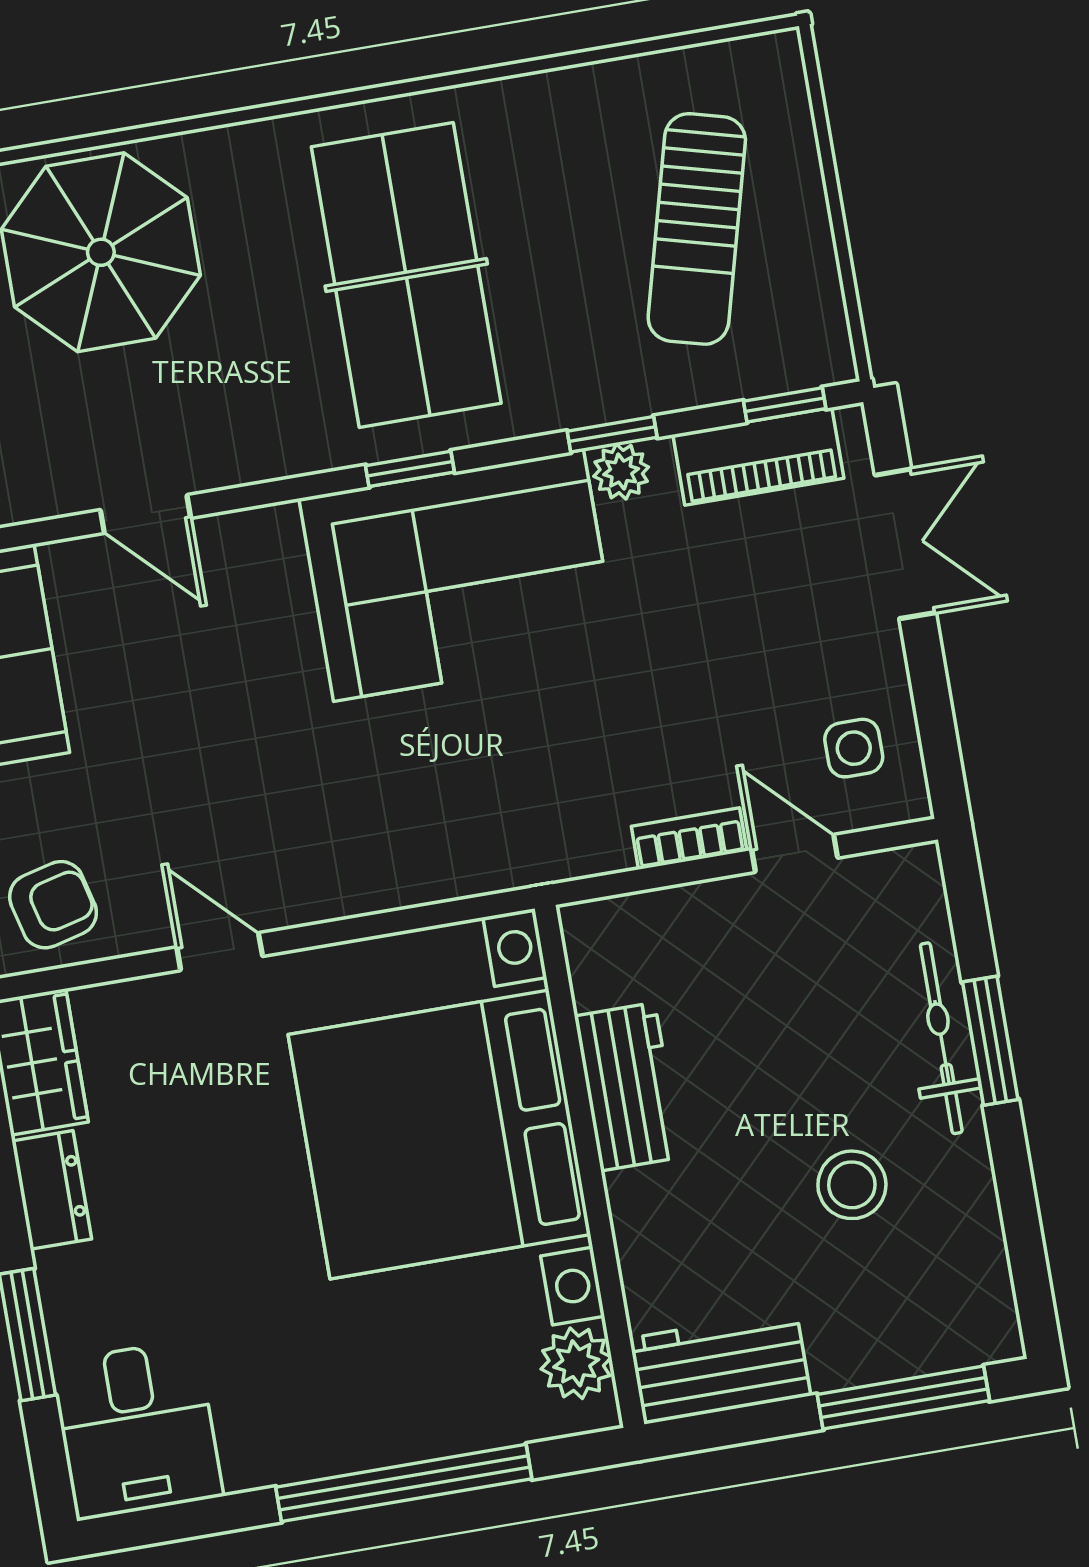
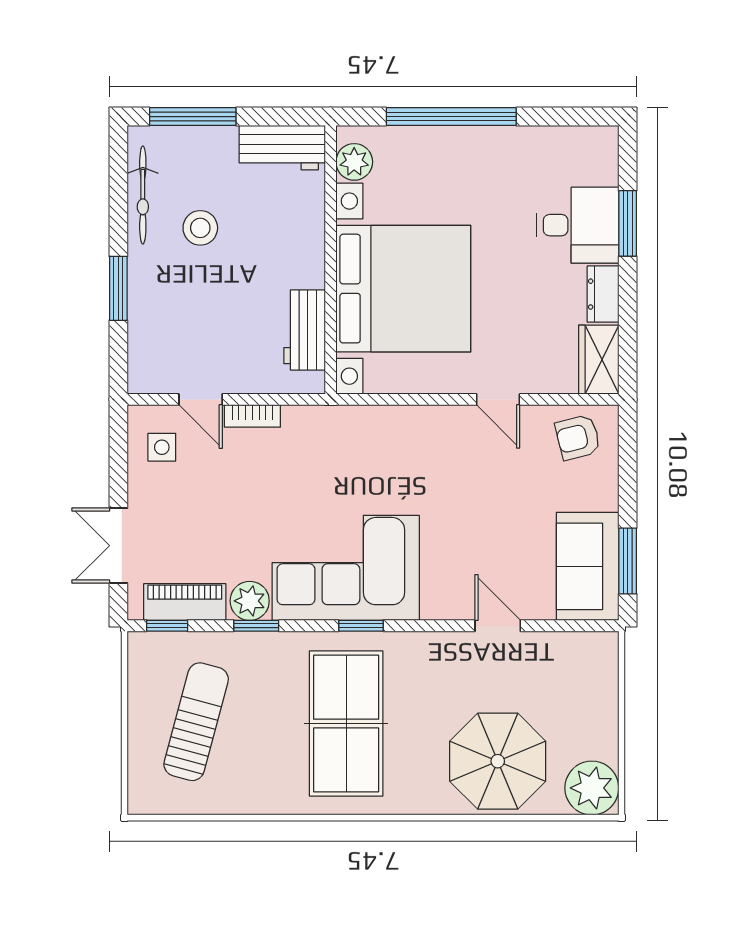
plant: (621, 472) -> (250, 601), width x1.38, depth x1.38
bicycle: (941, 1038) -> (143, 195), moved
workbench: (628, 1087) -> (305, 330), moved
desk: (137, 1429) -> (578, 225), moved, turned 90

